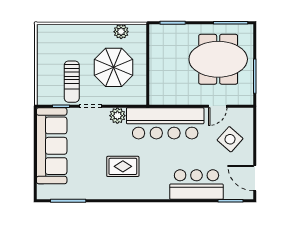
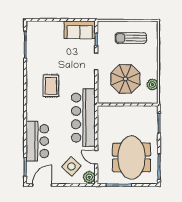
sun lounger: (72, 82) -> (131, 38), moved
plant: (117, 116) -> (89, 177), moved
sofa: (52, 146) -> (80, 30), width x0.54, depth x0.79

